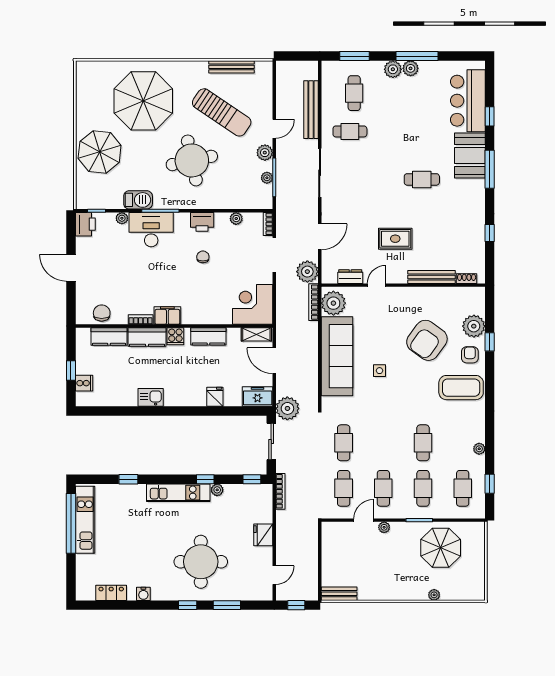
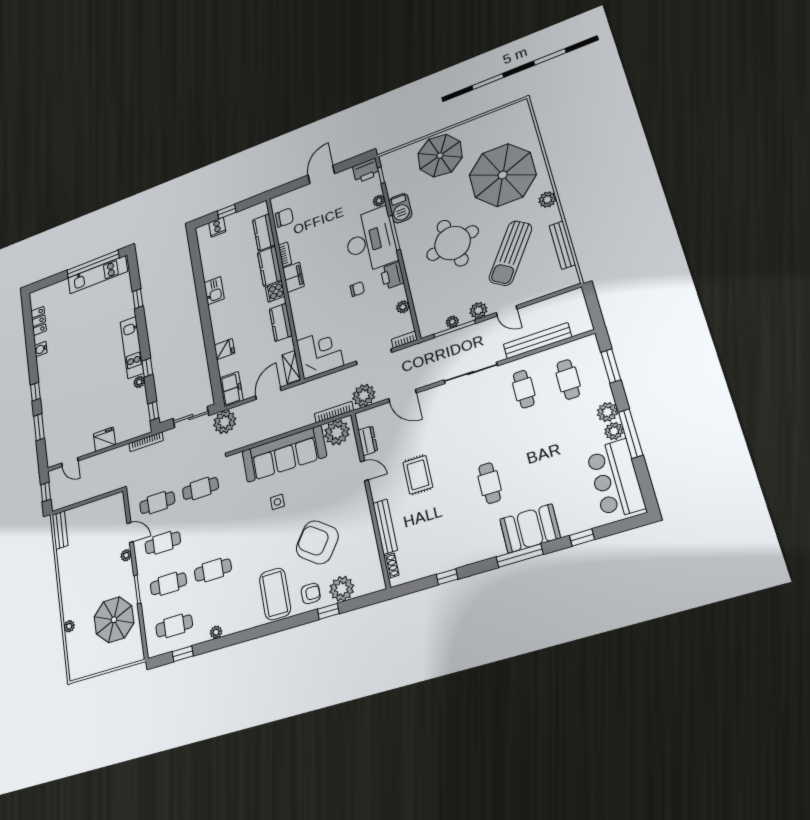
plant: (183, 69) -> (547, 200), added
cafe table: (354, 93) -> (568, 379), turned 90
bar counter: (468, 101) -> (615, 479), moved, turned -90
desk: (151, 230) -> (370, 241), width x1.36, depth x1.30
round table: (201, 562) -> (74, 390), removed

